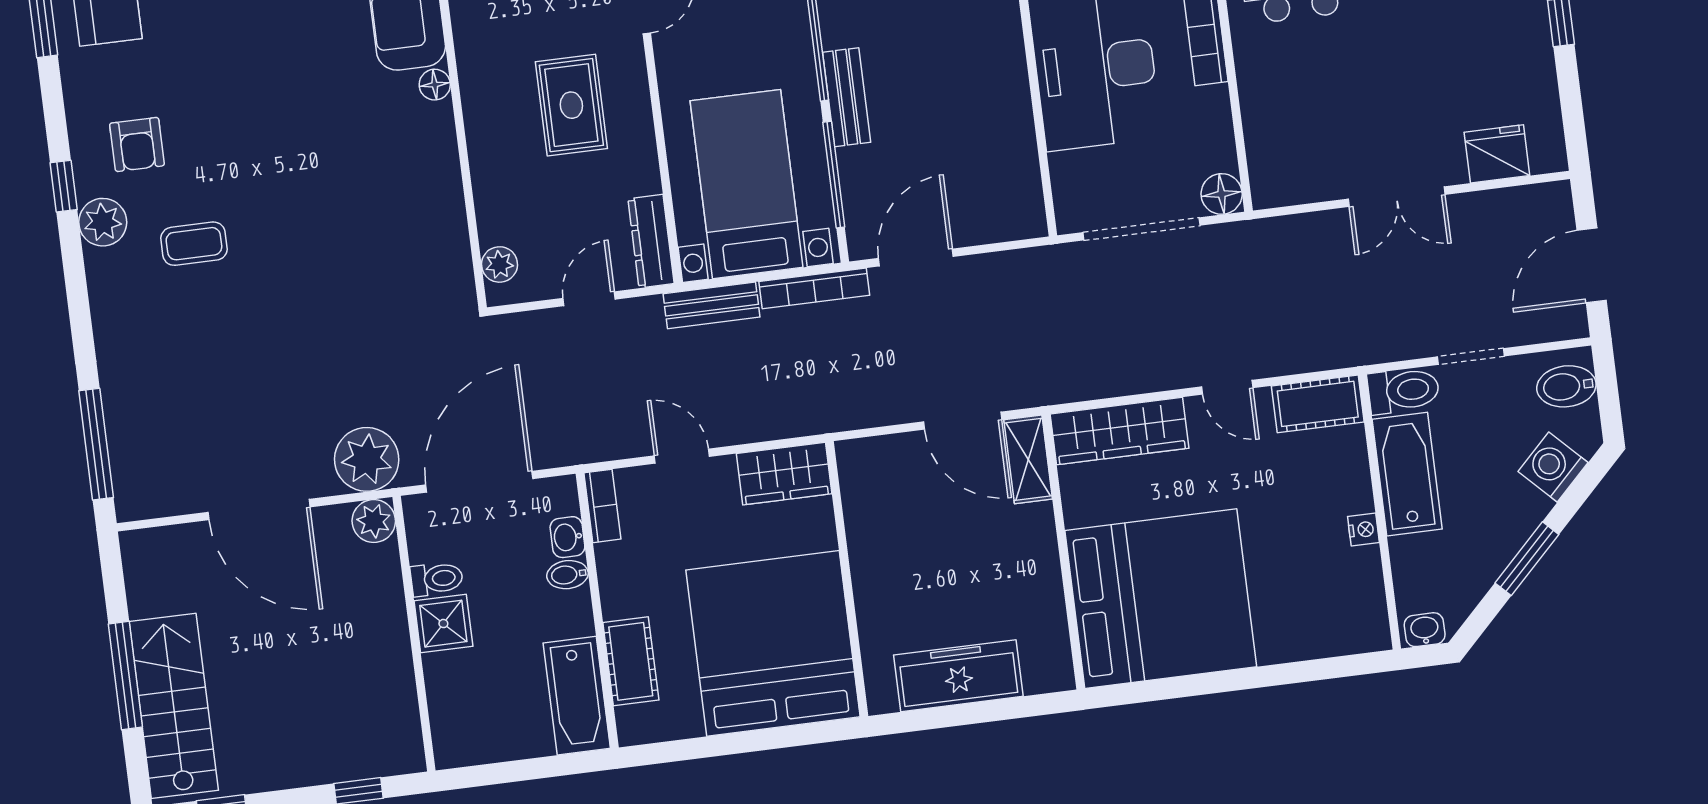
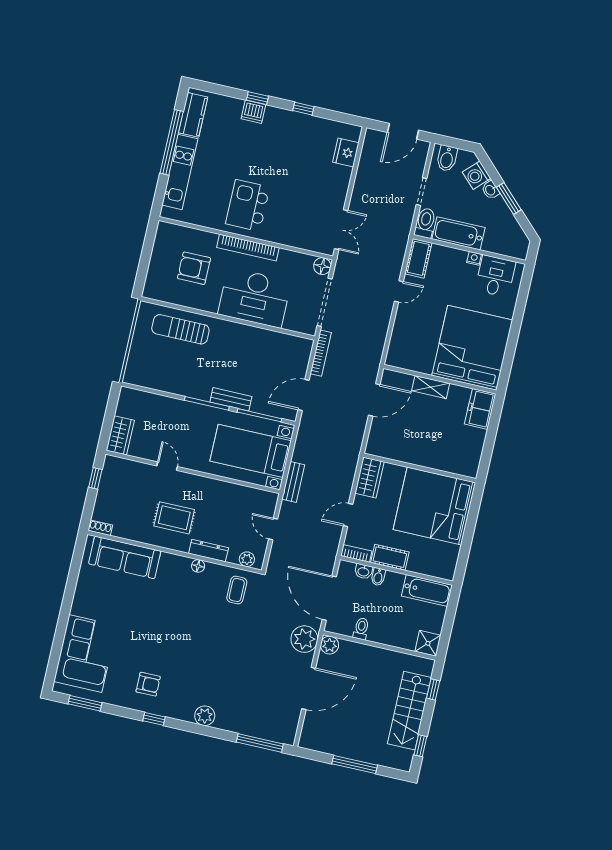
floor lamp: (435, 85) -> (198, 566), moved
rug: (571, 105) -> (174, 518), moved
double door: (1397, 197) -> (341, 230), moved
plant: (103, 222) -> (205, 716), moved
dresser: (651, 241) -> (209, 551), moved, turned 180
coffee table: (194, 244) -> (237, 590), moved
door: (916, 257) -> (304, 395), hinge flipped
door: (1592, 265) -> (403, 131), hinge flipped
bookcase: (814, 288) -> (321, 353), moved
wardrobe: (1119, 431) -> (401, 340), removed
shelving: (1028, 459) -> (431, 387), moved
desk: (1341, 592) -> (495, 276), added
shower: (443, 624) -> (428, 643), moved
washbasin: (1425, 630) -> (490, 190), moved, turned -45
cot: (631, 661) -> (390, 557), moved
freezer: (958, 676) -> (480, 409), moved, width x0.71
stairs: (174, 706) -> (409, 711), moved, turned -90

